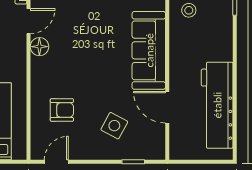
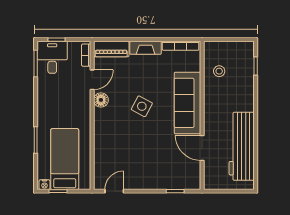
armchair: (62, 110) -> (119, 150), removed
side table: (114, 126) -> (142, 106), moved

